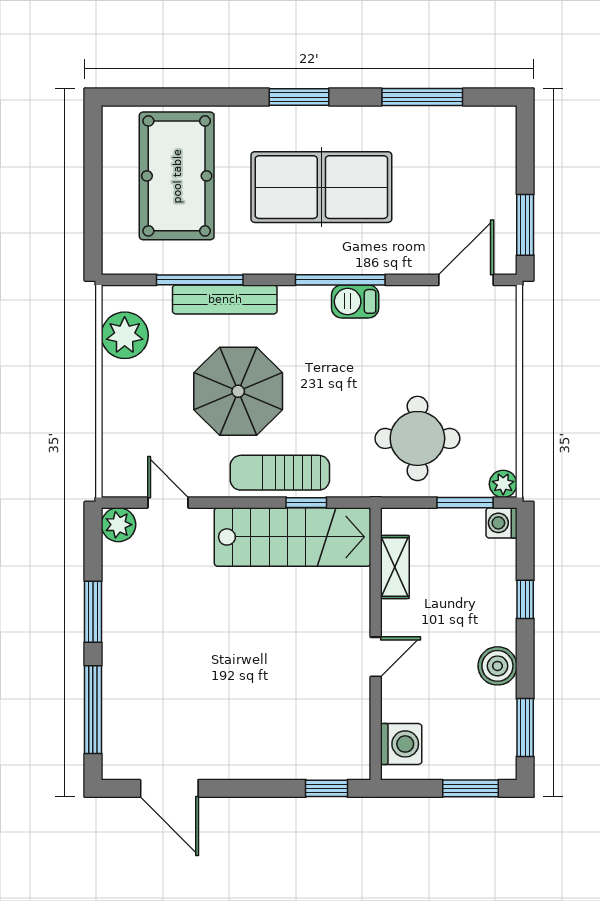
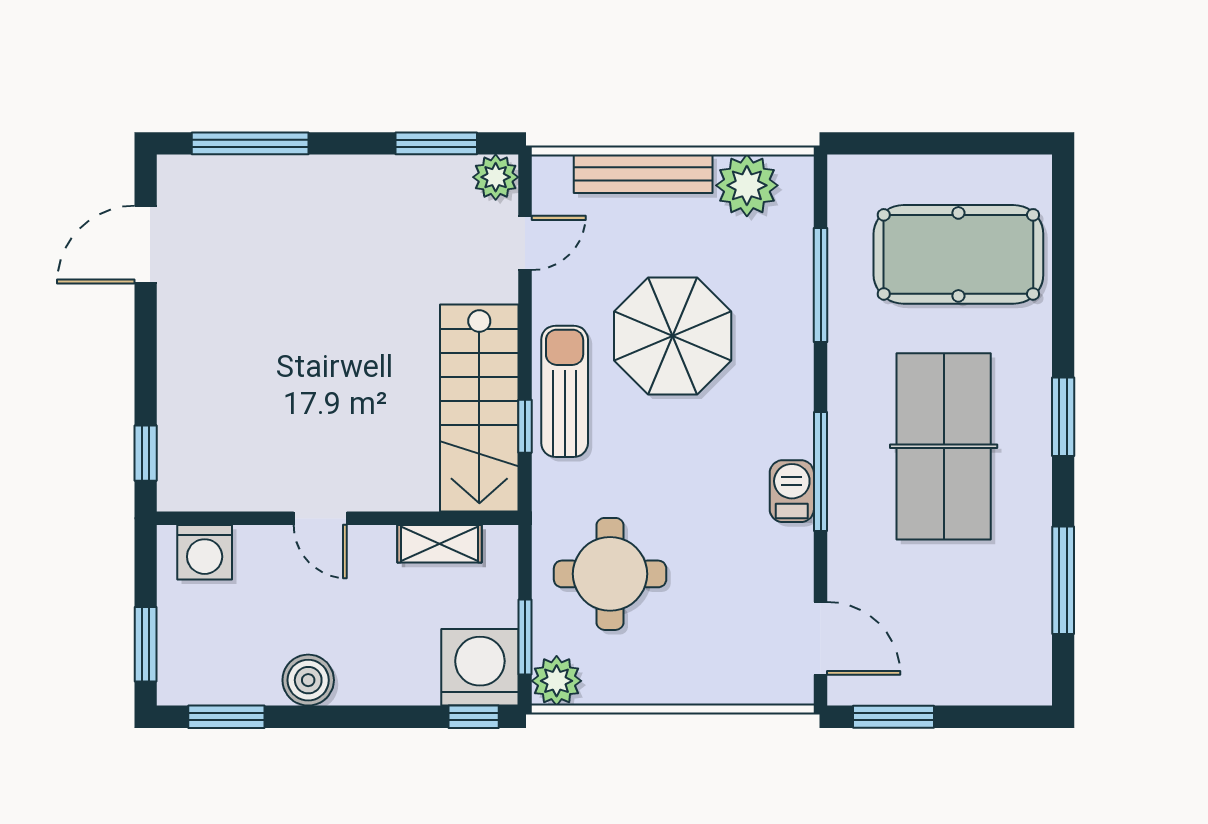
bench: (225, 299) -> (643, 174), moved, turned 90
plant: (503, 484) -> (557, 681), width x1.38, depth x1.38
washing machine: (501, 523) -> (480, 667), width x1.89, depth x1.89
window: (525, 599) -> (474, 717), moved
window: (93, 612) -> (436, 143), moved

